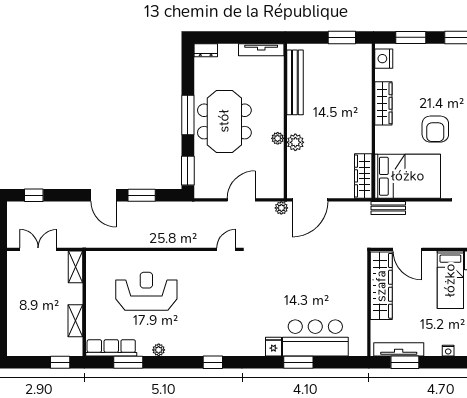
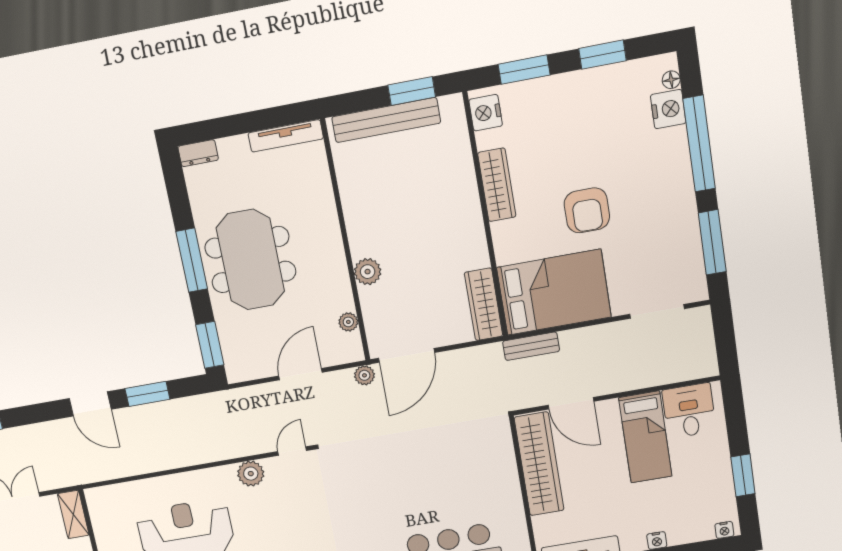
bench: (295, 82) -> (386, 120), moved, turned 90
plant: (278, 138) -> (348, 322), moved
plant: (197, 260) -> (251, 474), added

